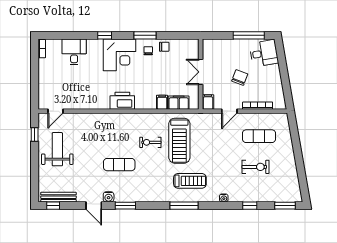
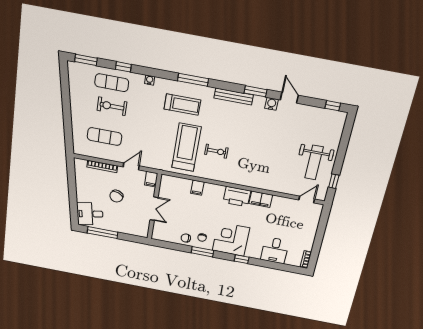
filing cabinet: (179, 103) -> (261, 199), moved
exercise mat: (119, 165) -> (112, 83), moved
treadmill: (190, 181) -> (182, 105), turned 180
bench: (58, 197) -> (234, 97), moved

